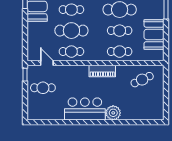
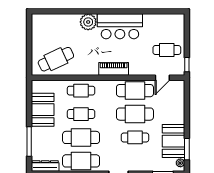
cafe table: (71, 52) -> (135, 91), width x1.37, depth x1.35
door: (47, 63) -> (162, 78), hinge flipped
piano: (102, 71) -> (114, 69), moved
cafe table: (142, 80) -> (56, 59), width x1.37, depth x1.35

